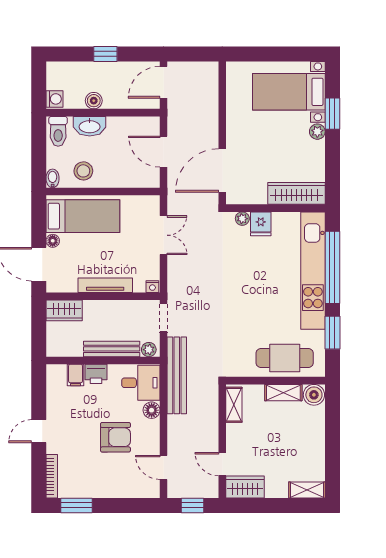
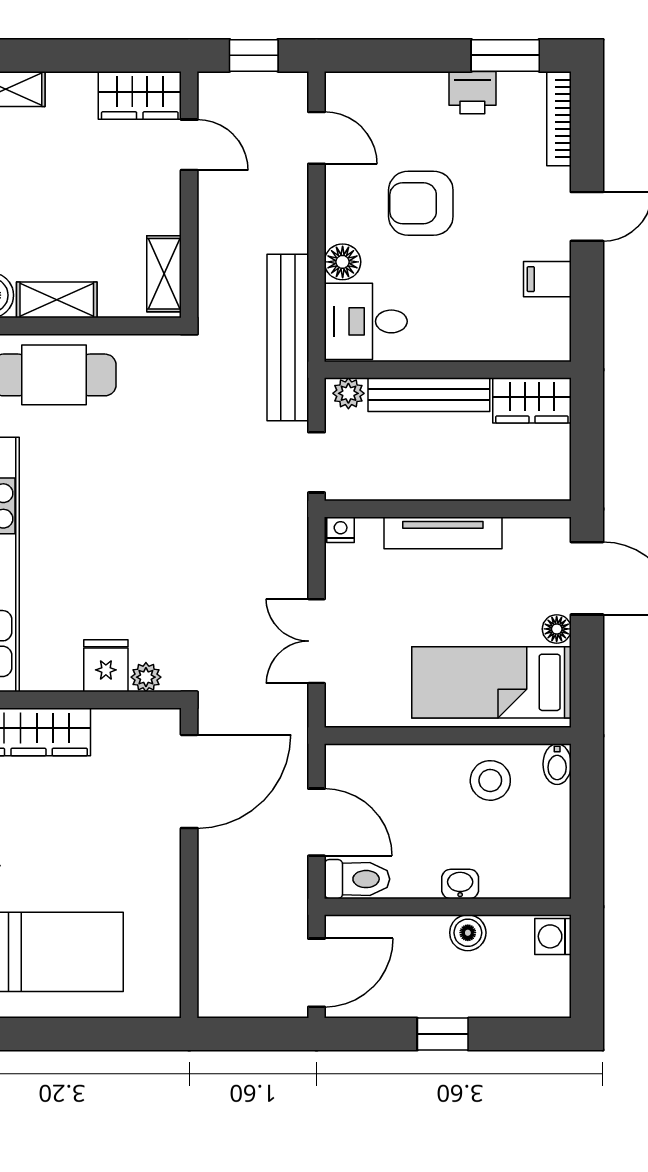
washbasin: (90, 126) -> (460, 884), width x0.52, depth x0.69
toilet: (58, 131) -> (357, 879), moved, turned 90
wardrobe: (64, 310) -> (532, 400), moved, turned 180
printer: (96, 374) -> (472, 93), moved, turned 180
filing cabinet: (76, 375) -> (547, 279), moved, turned -90

